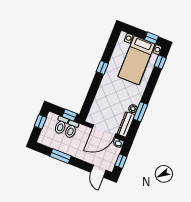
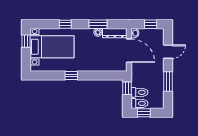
window: (160, 62) -> (65, 24), moved
toilet: (71, 129) -> (139, 103), moved
door: (98, 171) -> (168, 52), moved

